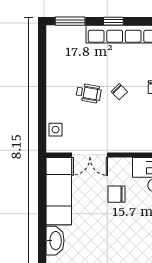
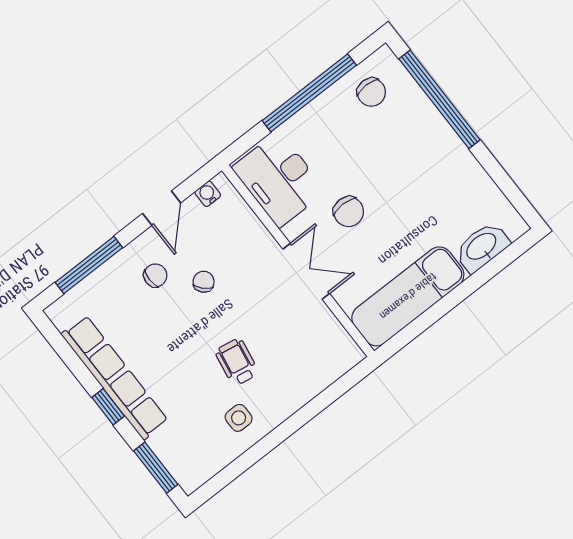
chair: (119, 92) -> (204, 282), moved
side table: (55, 130) -> (239, 418), moved
double door: (90, 155) -> (306, 271), moved

